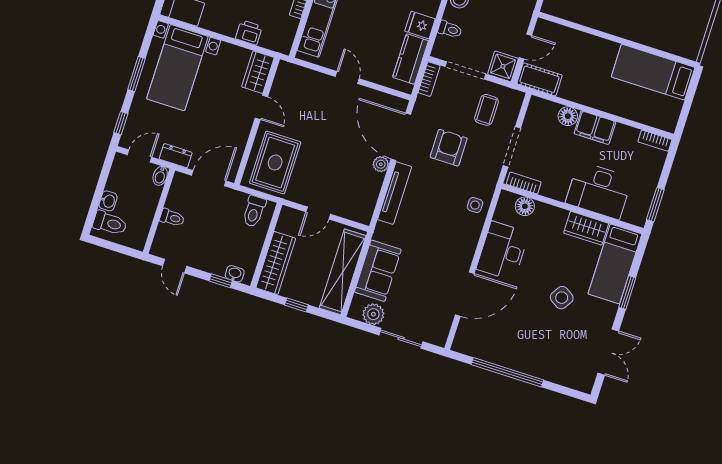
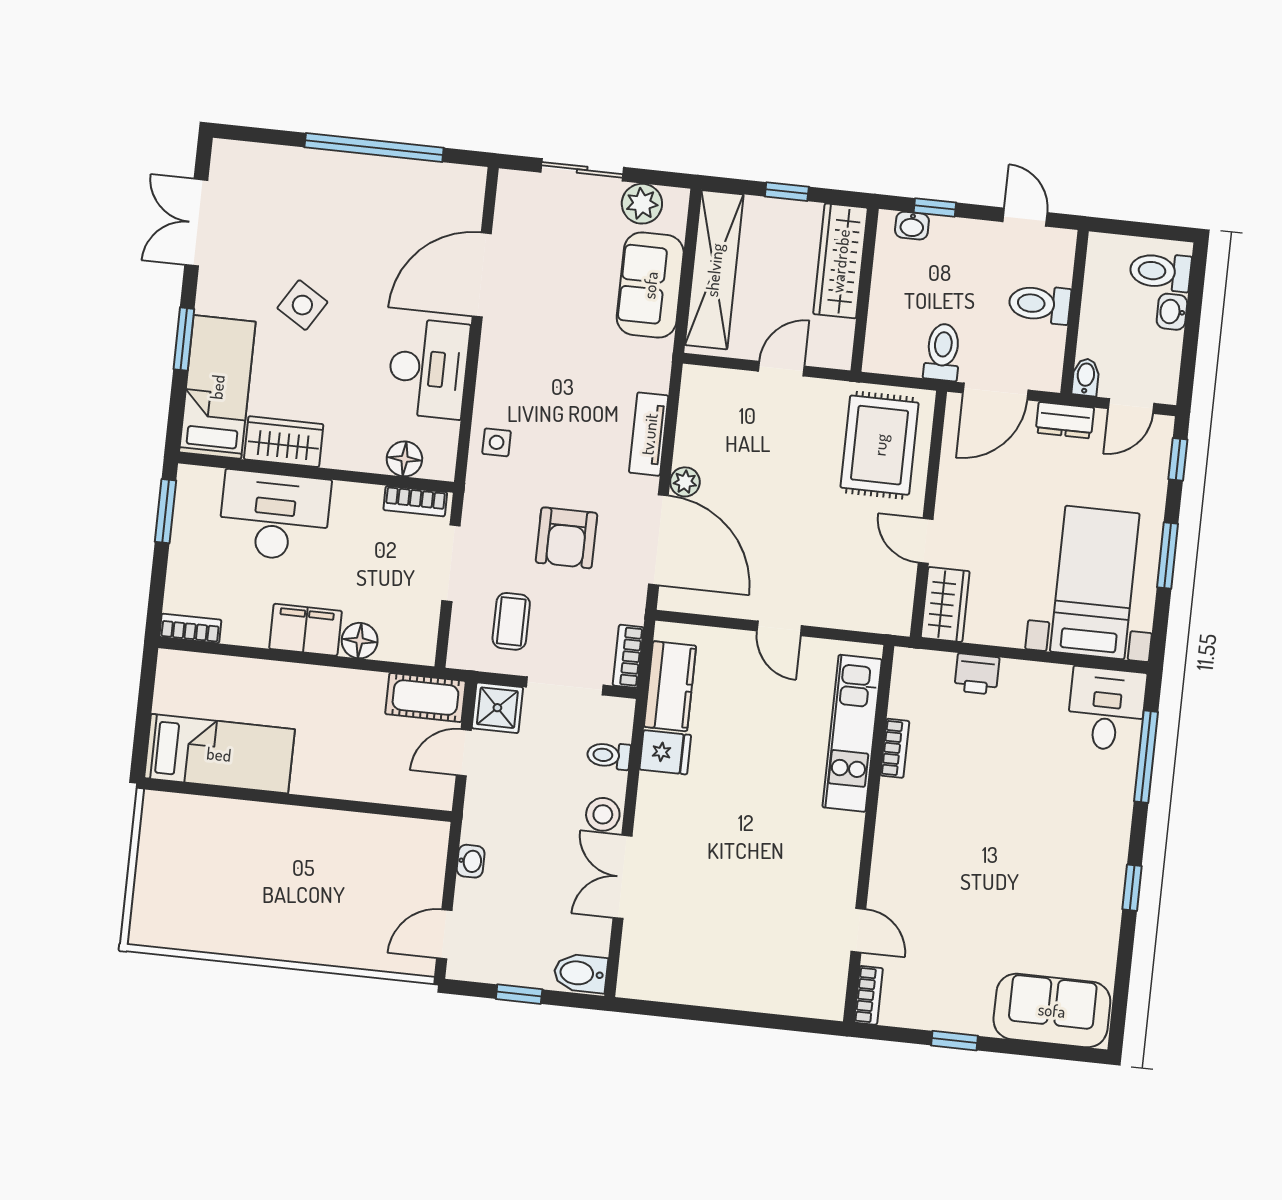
tv unit: (395, 193) -> (649, 434), width x0.71
toilet: (254, 211) -> (943, 352), moved
toilet: (172, 218) -> (1040, 304), width x1.37, depth x1.39

